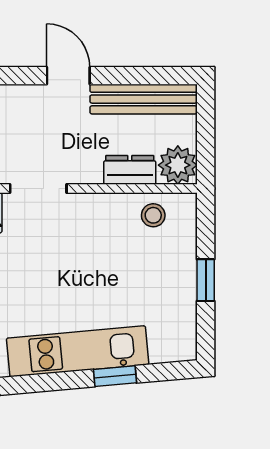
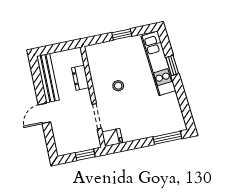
plant: (178, 165) -> (74, 57), removed
stool: (153, 215) -> (118, 86), moved
kitchen unit: (78, 351) -> (158, 63), moved

